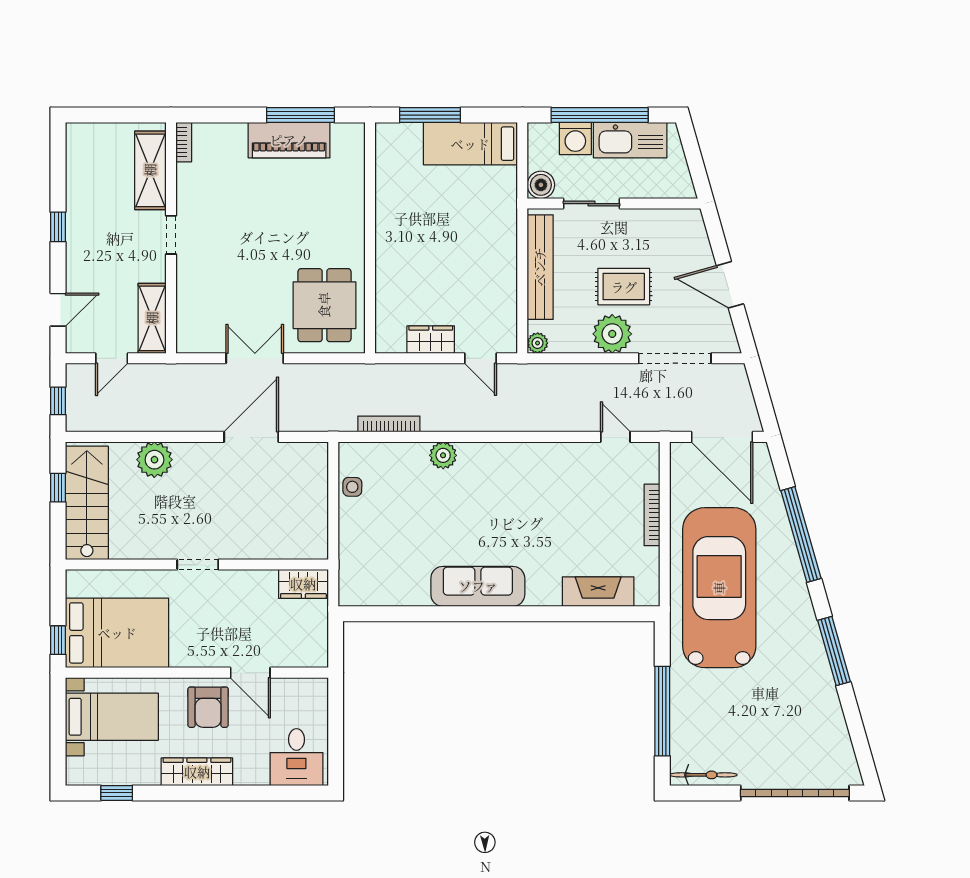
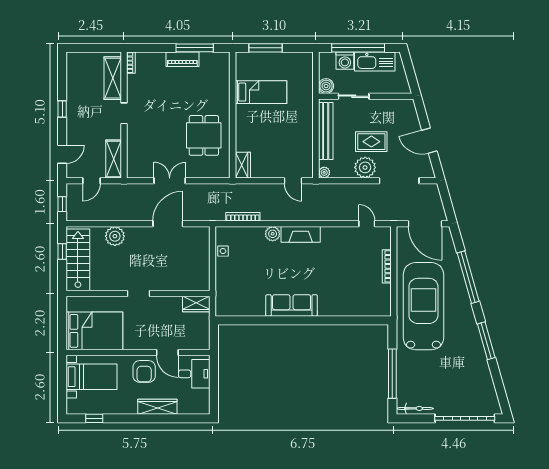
piano: (289, 140) -> (182, 59), width x0.73, depth x0.75
bed: (470, 144) -> (261, 92), moved, turned 180
dining table: (324, 305) -> (204, 135), moved
wardrobe: (431, 340) -> (243, 165), moved, turned 90
fireplace: (598, 592) -> (301, 234), moved, turned 180
window: (58, 640) -> (62, 335), removed
desk: (296, 757) -> (194, 374), moved, turned -90
wardrobe: (197, 772) -> (157, 407), moved

